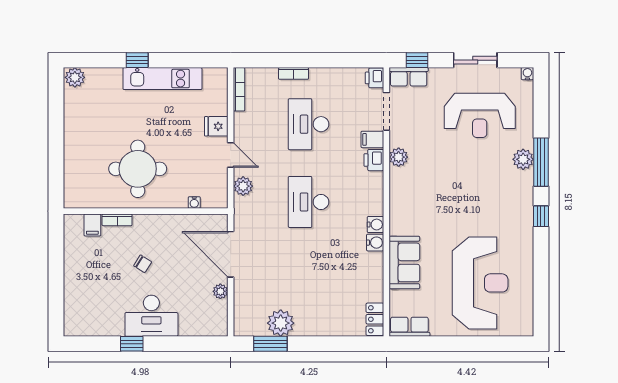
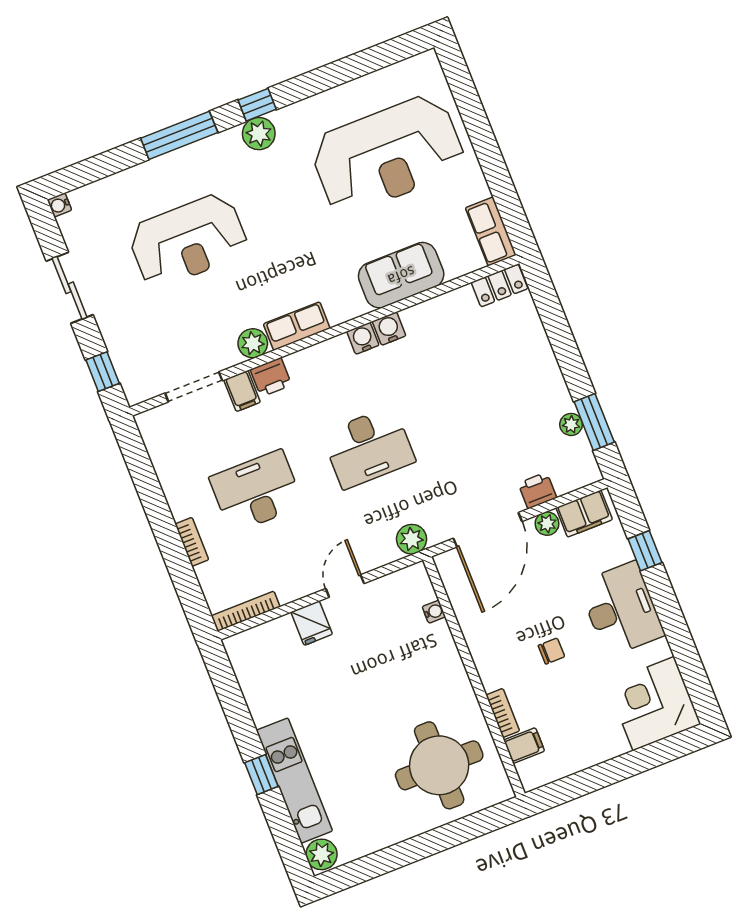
row of seats: (409, 77) -> (297, 326), moved, turned -90
printer: (374, 78) -> (537, 490), moved, turned 180
kitchen unit: (162, 79) -> (294, 781), moved
reception desk: (480, 115) -> (188, 241), moved, turned 90
desk: (309, 124) -> (256, 492), turned 180
plant: (523, 159) -> (259, 134), moved
round table: (138, 169) -> (439, 765), moved
plant: (243, 186) -> (412, 539), moved
chair: (143, 264) -> (551, 651), turned 58
reception desk: (480, 283) -> (388, 154), turned 180
corner desk: (87, 313) -> (654, 704), added
filing cabinet: (218, 316) -> (584, 514), added
plant: (281, 323) -> (571, 424), width x0.53, depth x0.53
window: (132, 344) -> (645, 551), moved

